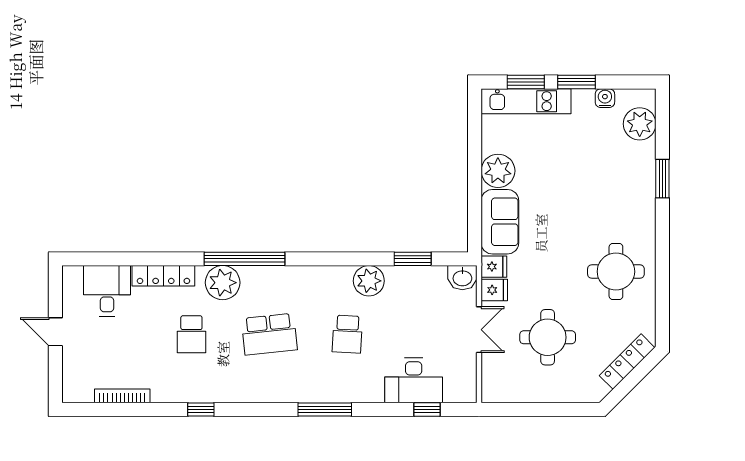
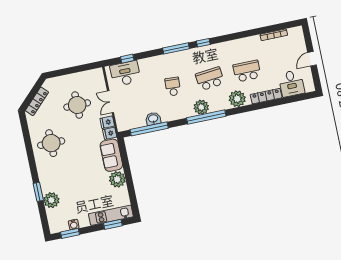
window: (577, 82) -> (70, 233), moved
plant: (640, 124) -> (51, 200), moved
window: (244, 259) -> (206, 117), moved
window: (413, 259) -> (149, 129), width x2.11
washbasin: (462, 278) -> (153, 119), moved
plant: (369, 281) -> (201, 107), moved
door: (55, 332) -> (312, 59), swing flipped
school desk: (191, 334) -> (247, 71), width x1.85
desk: (414, 380) -> (125, 73), moved
window: (201, 410) -> (203, 43), moved

